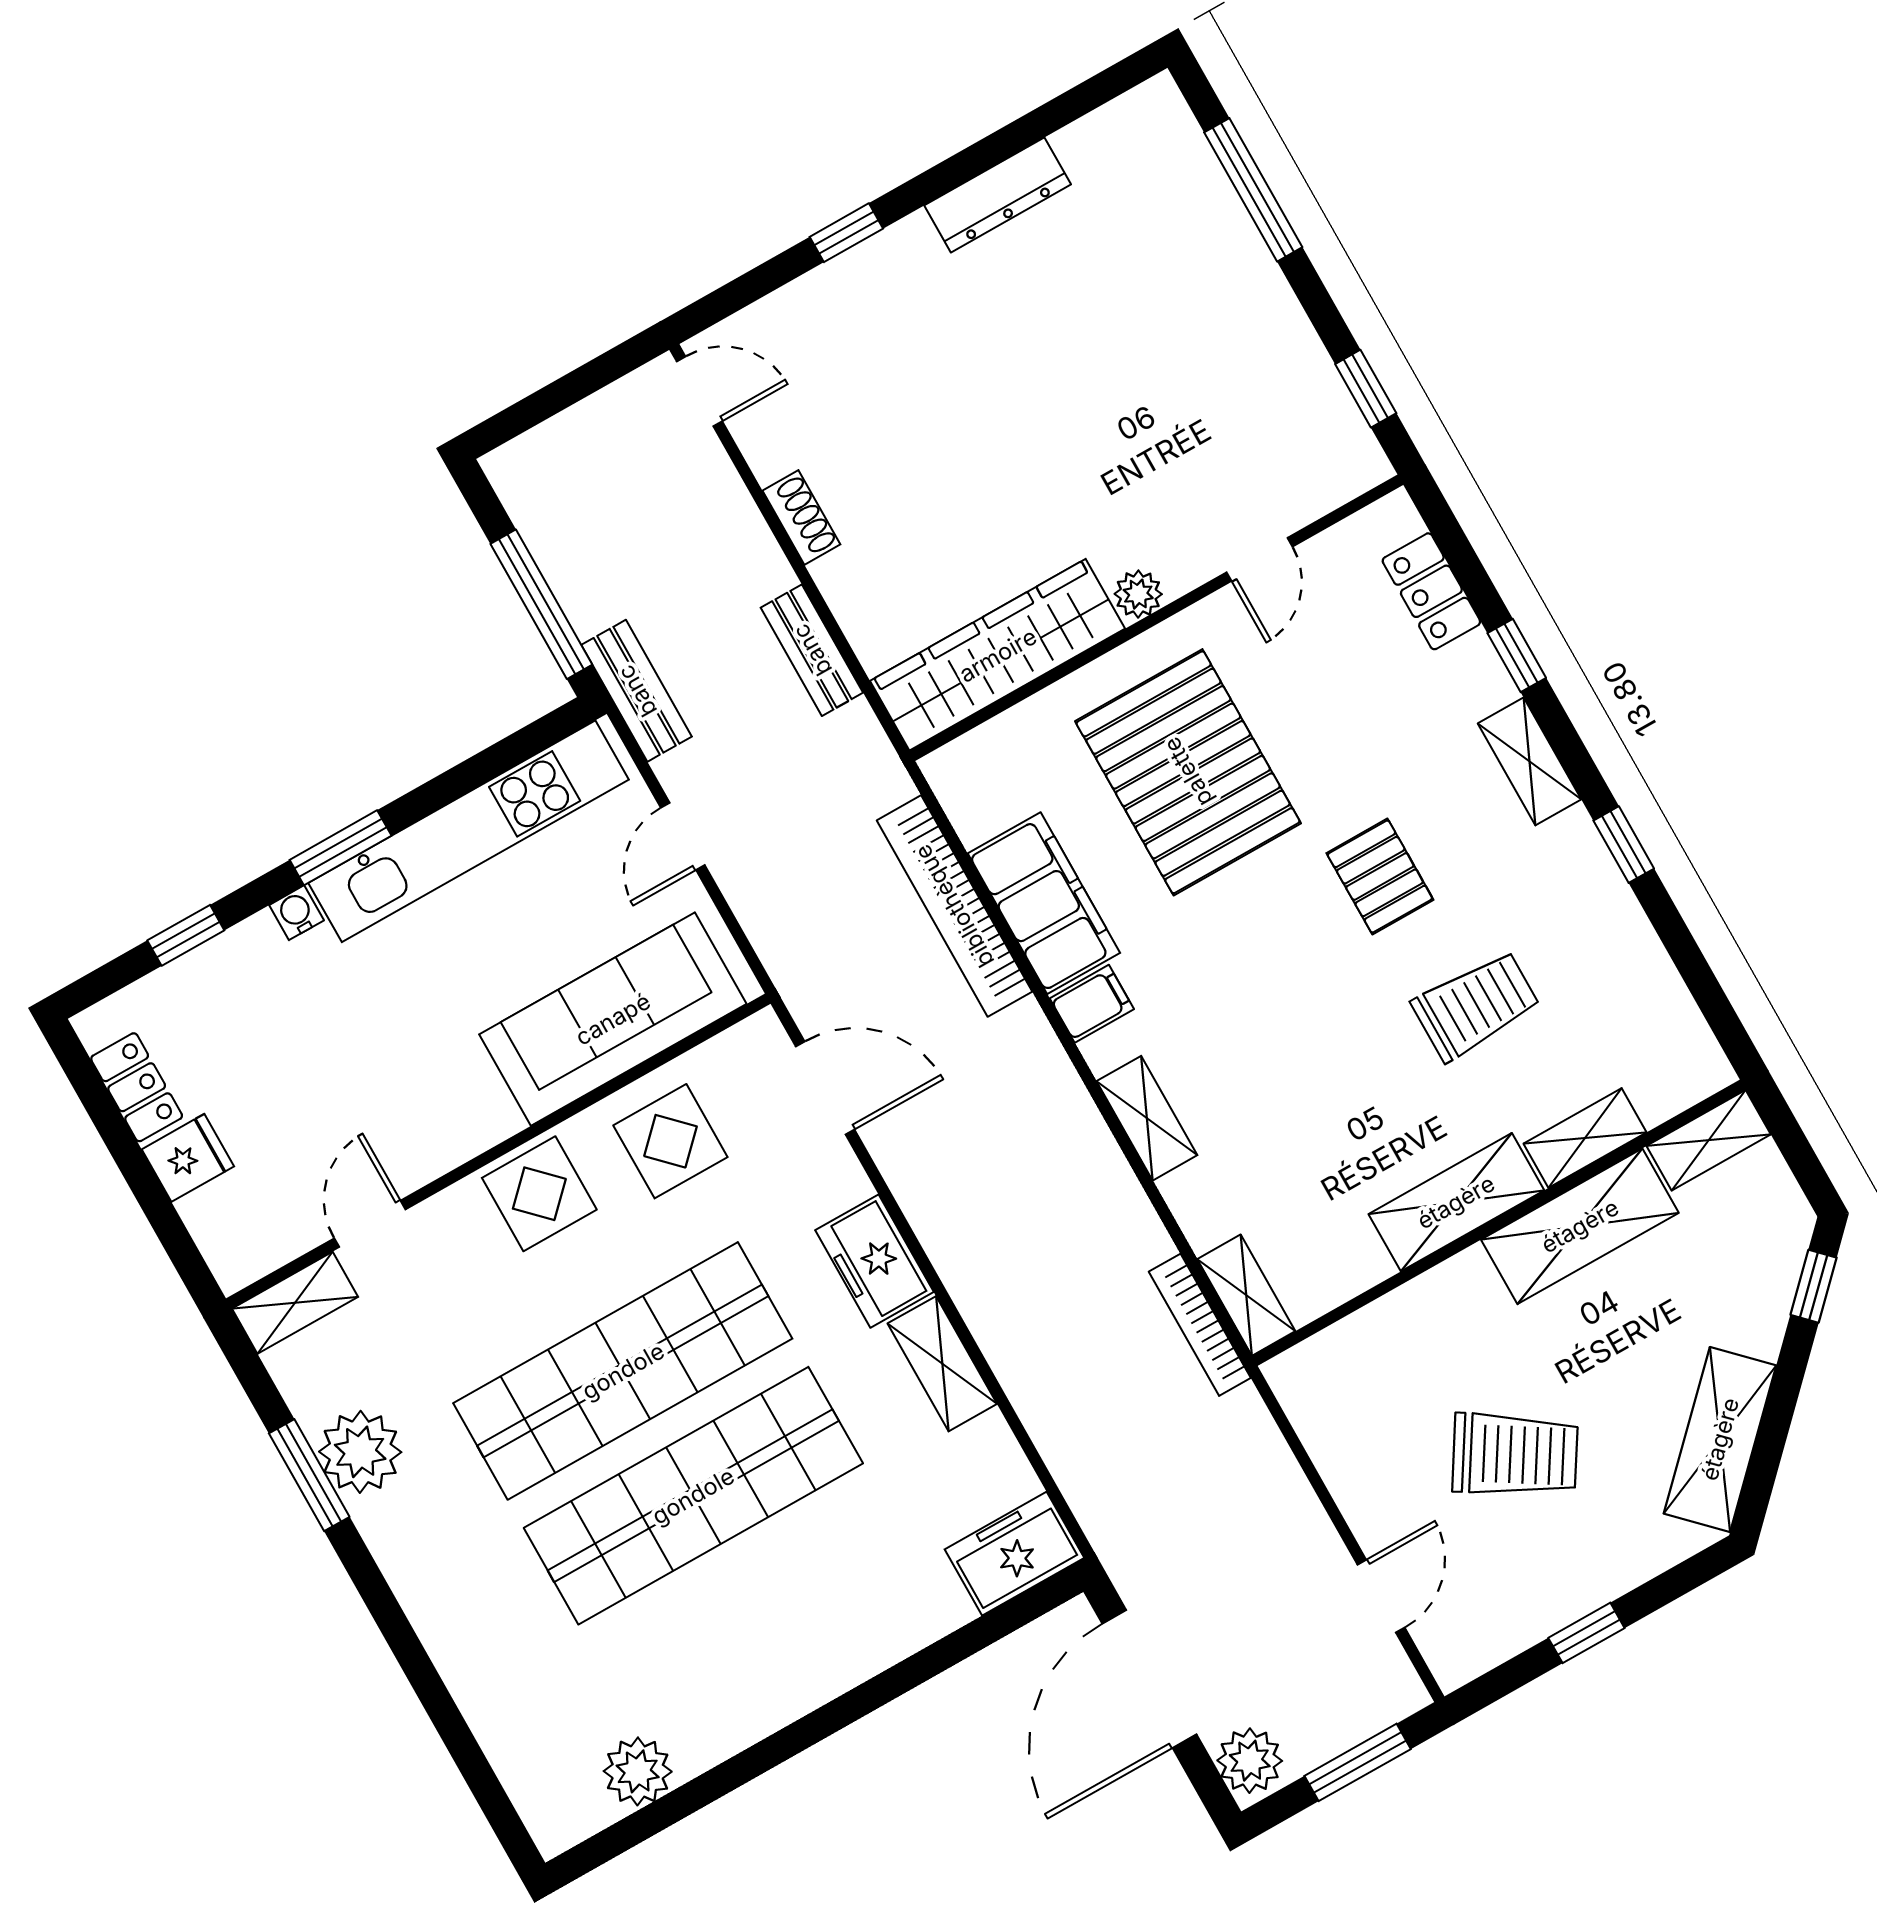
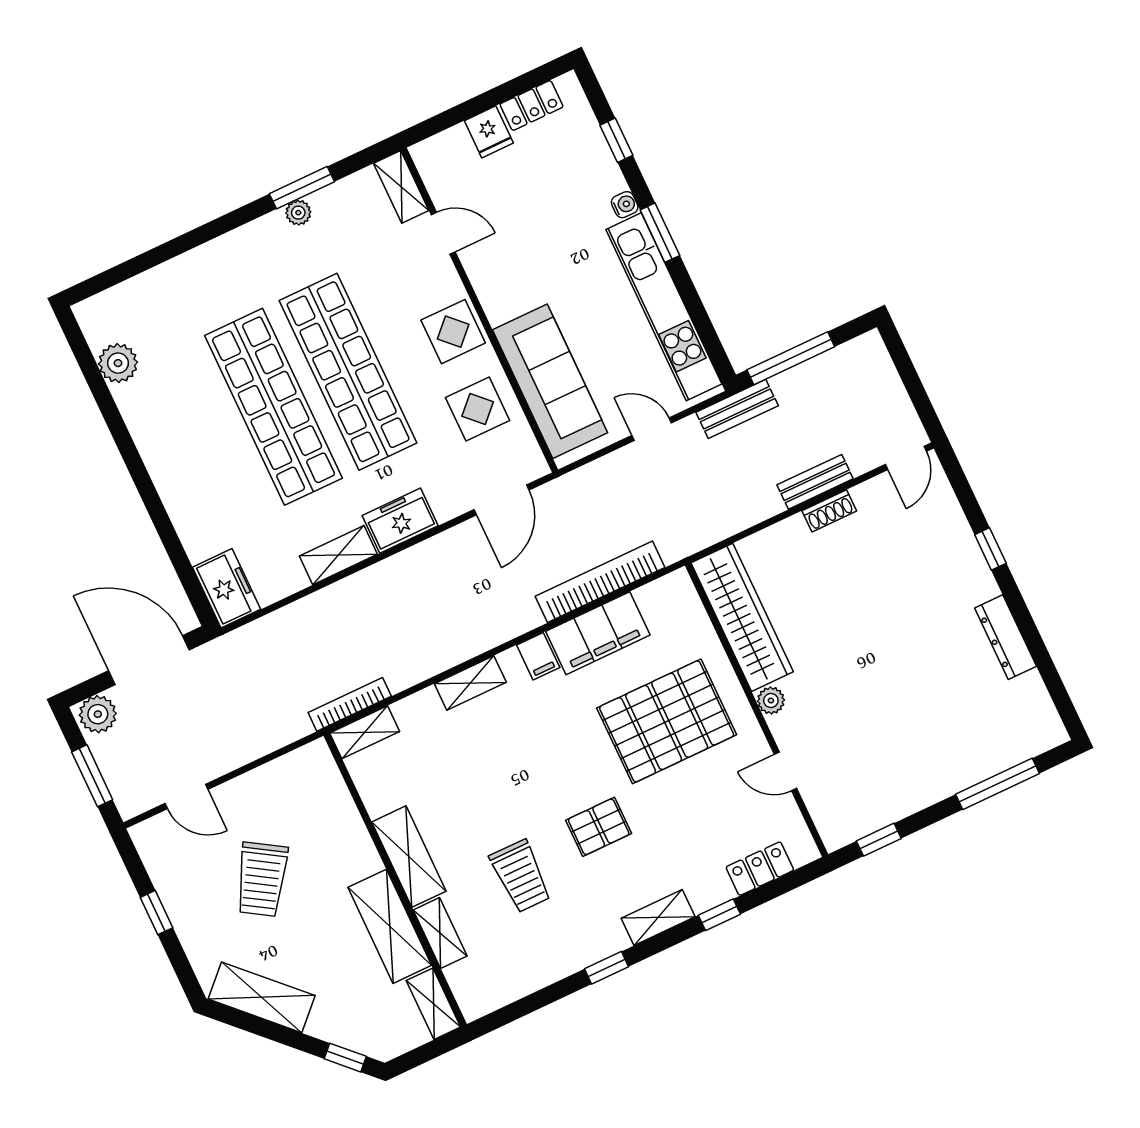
bench: (812, 650) -> (815, 482), moved
plant: (360, 1452) -> (298, 213), width x0.53, depth x0.53

